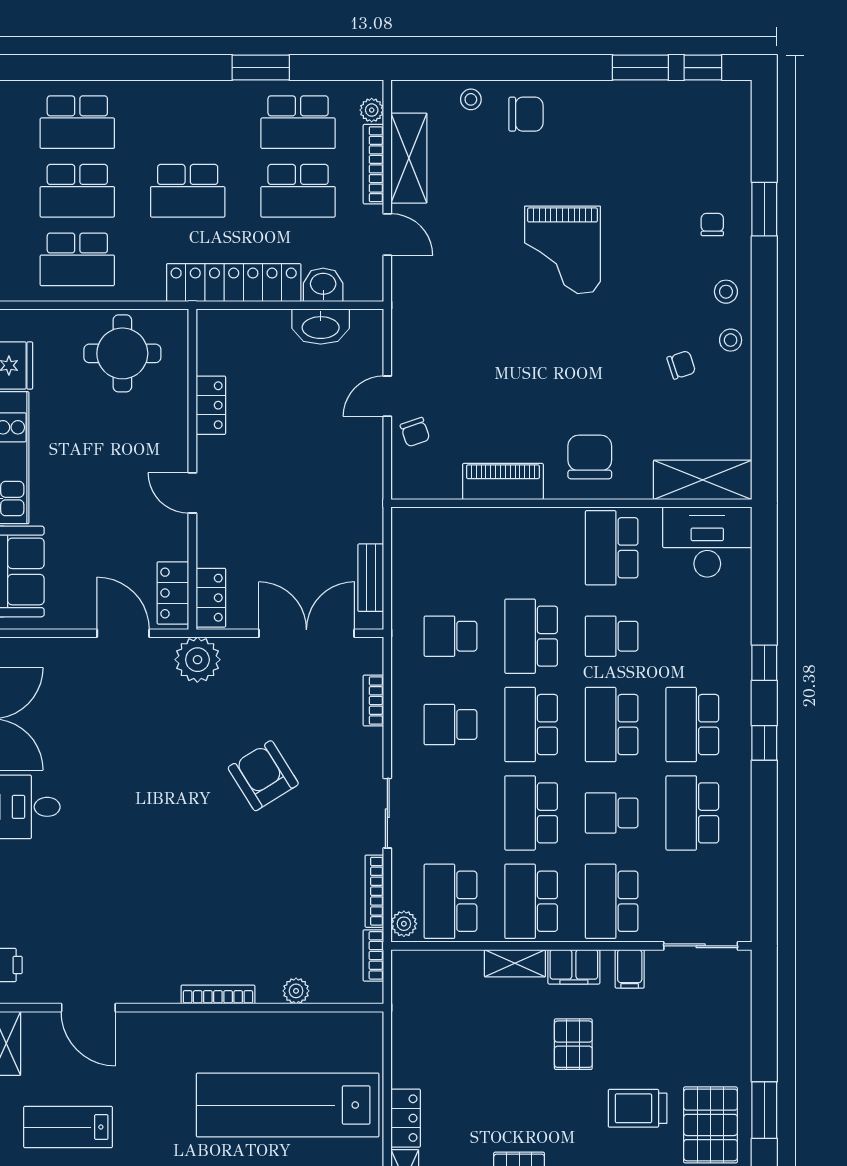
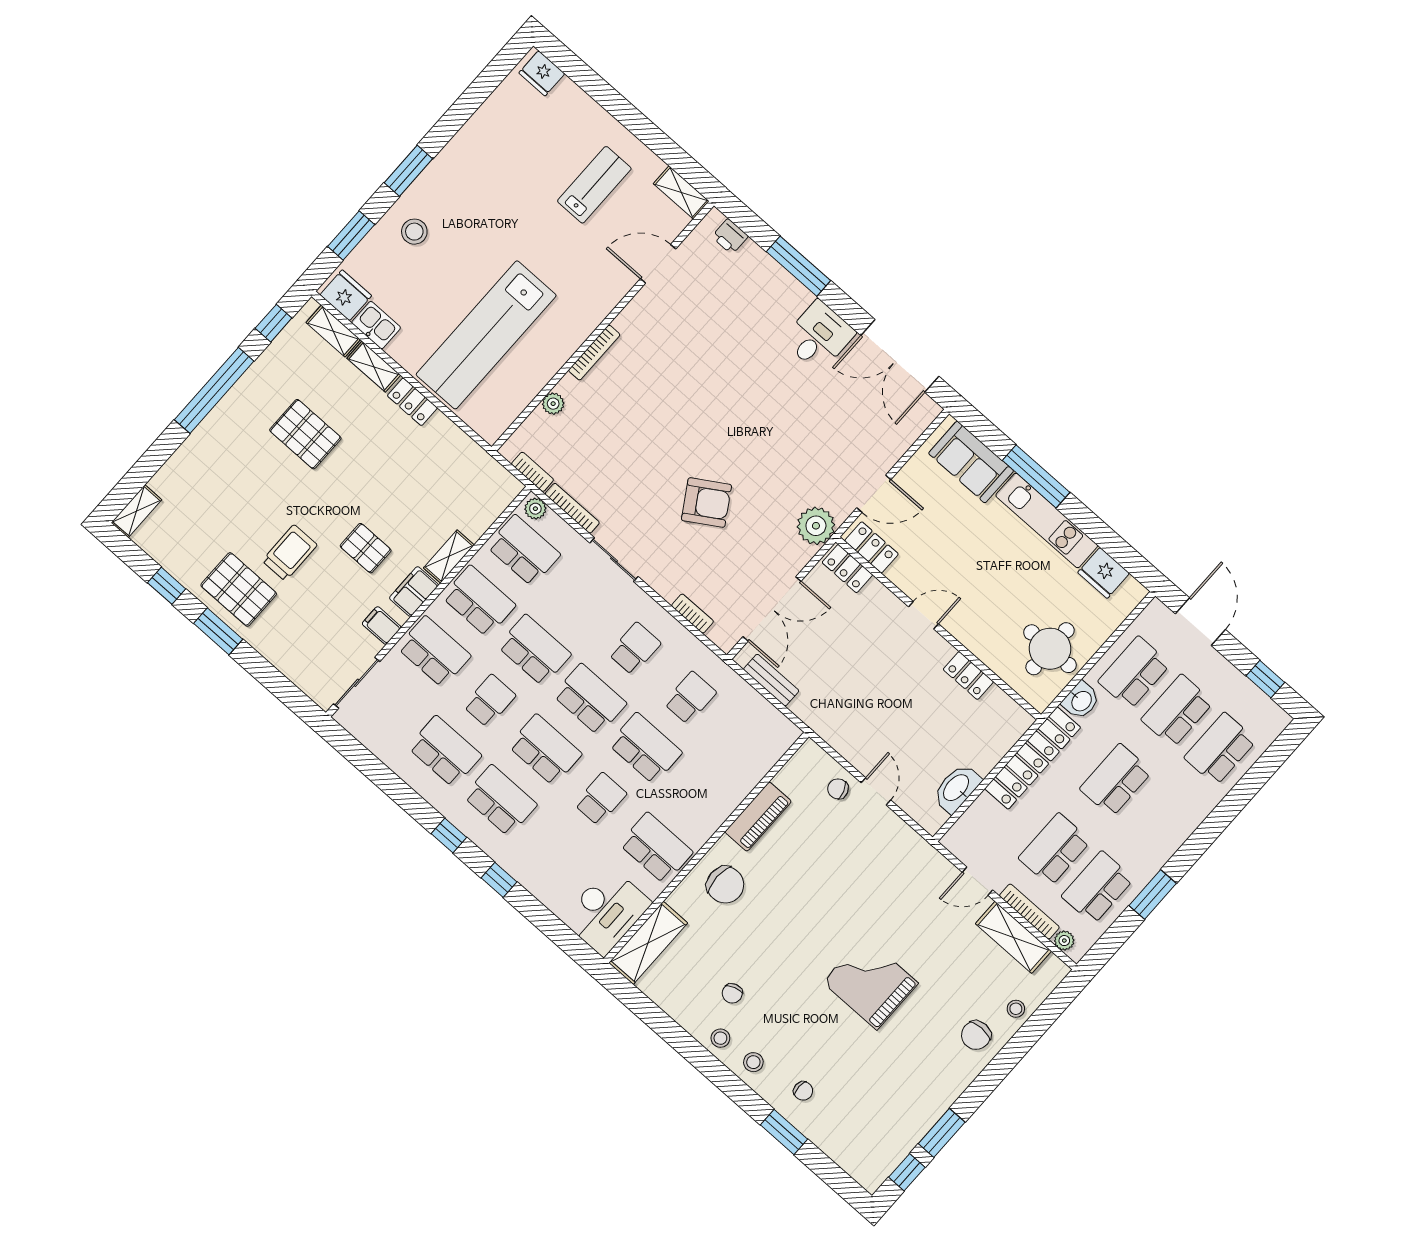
washbasin: (323, 285) -> (1081, 701), moved
lab bench: (288, 1105) -> (486, 335), turned 180

